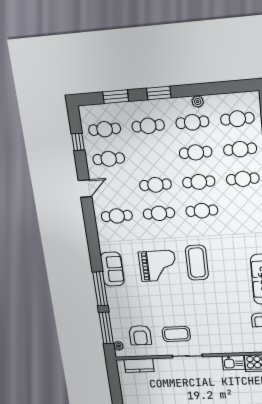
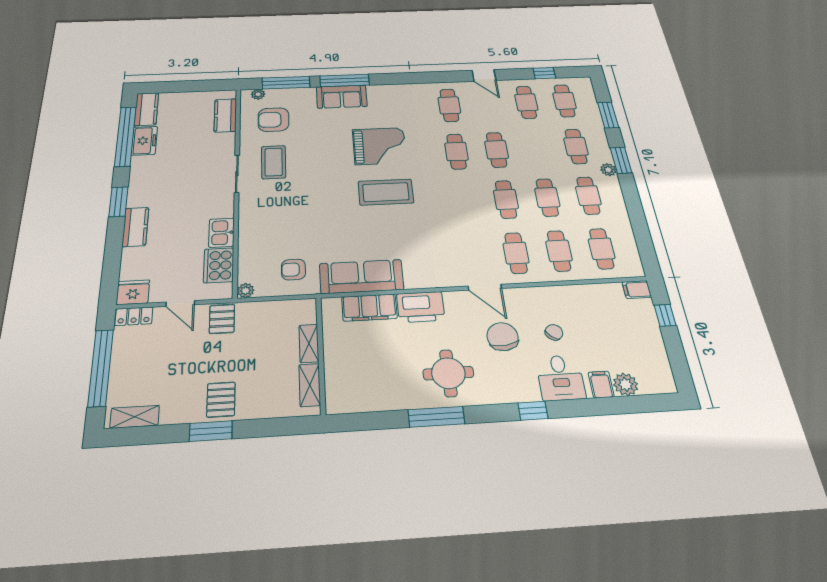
plant: (198, 102) -> (608, 170), moved
cafe table: (202, 211) -> (464, 201), removed
grand piano: (158, 266) -> (379, 146), turned -90
sofa: (112, 269) -> (342, 97), moved

